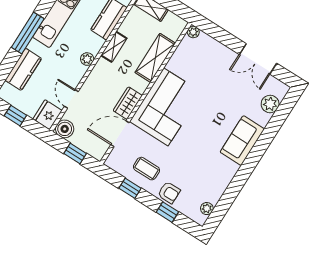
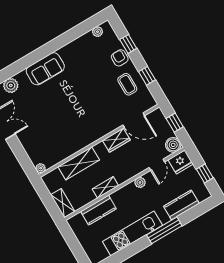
plant: (87, 59) -> (140, 182), moved
corner sofa: (166, 107) -> (89, 123), removed

